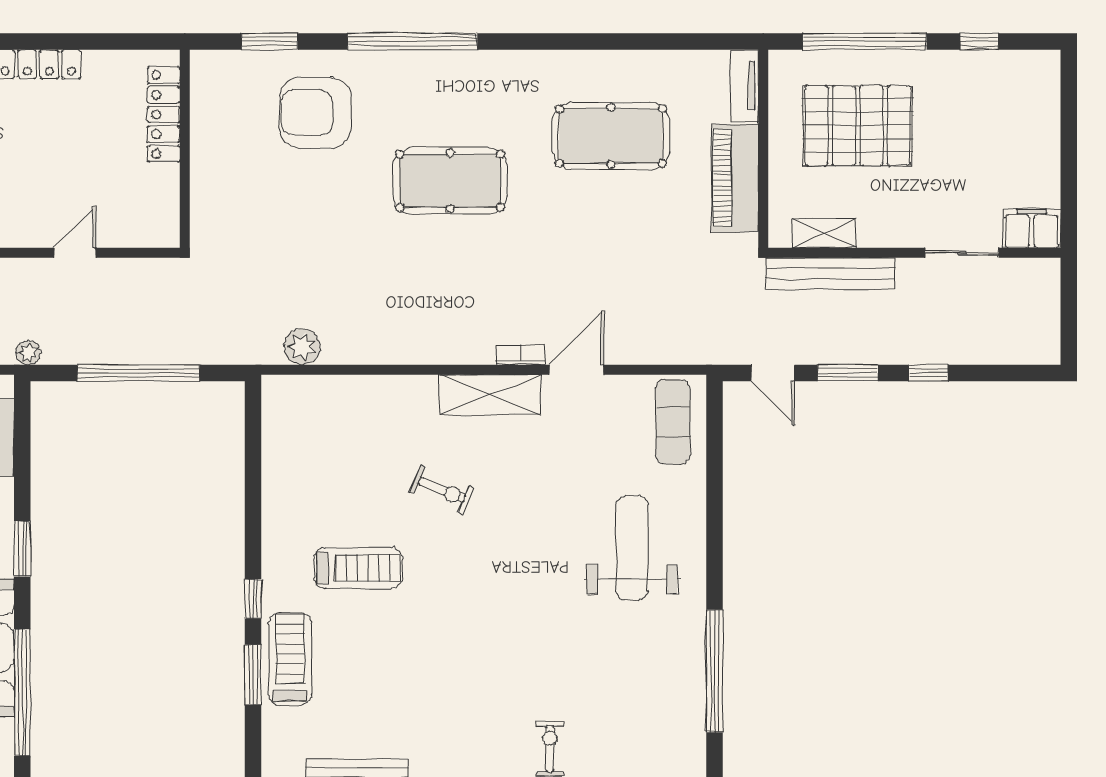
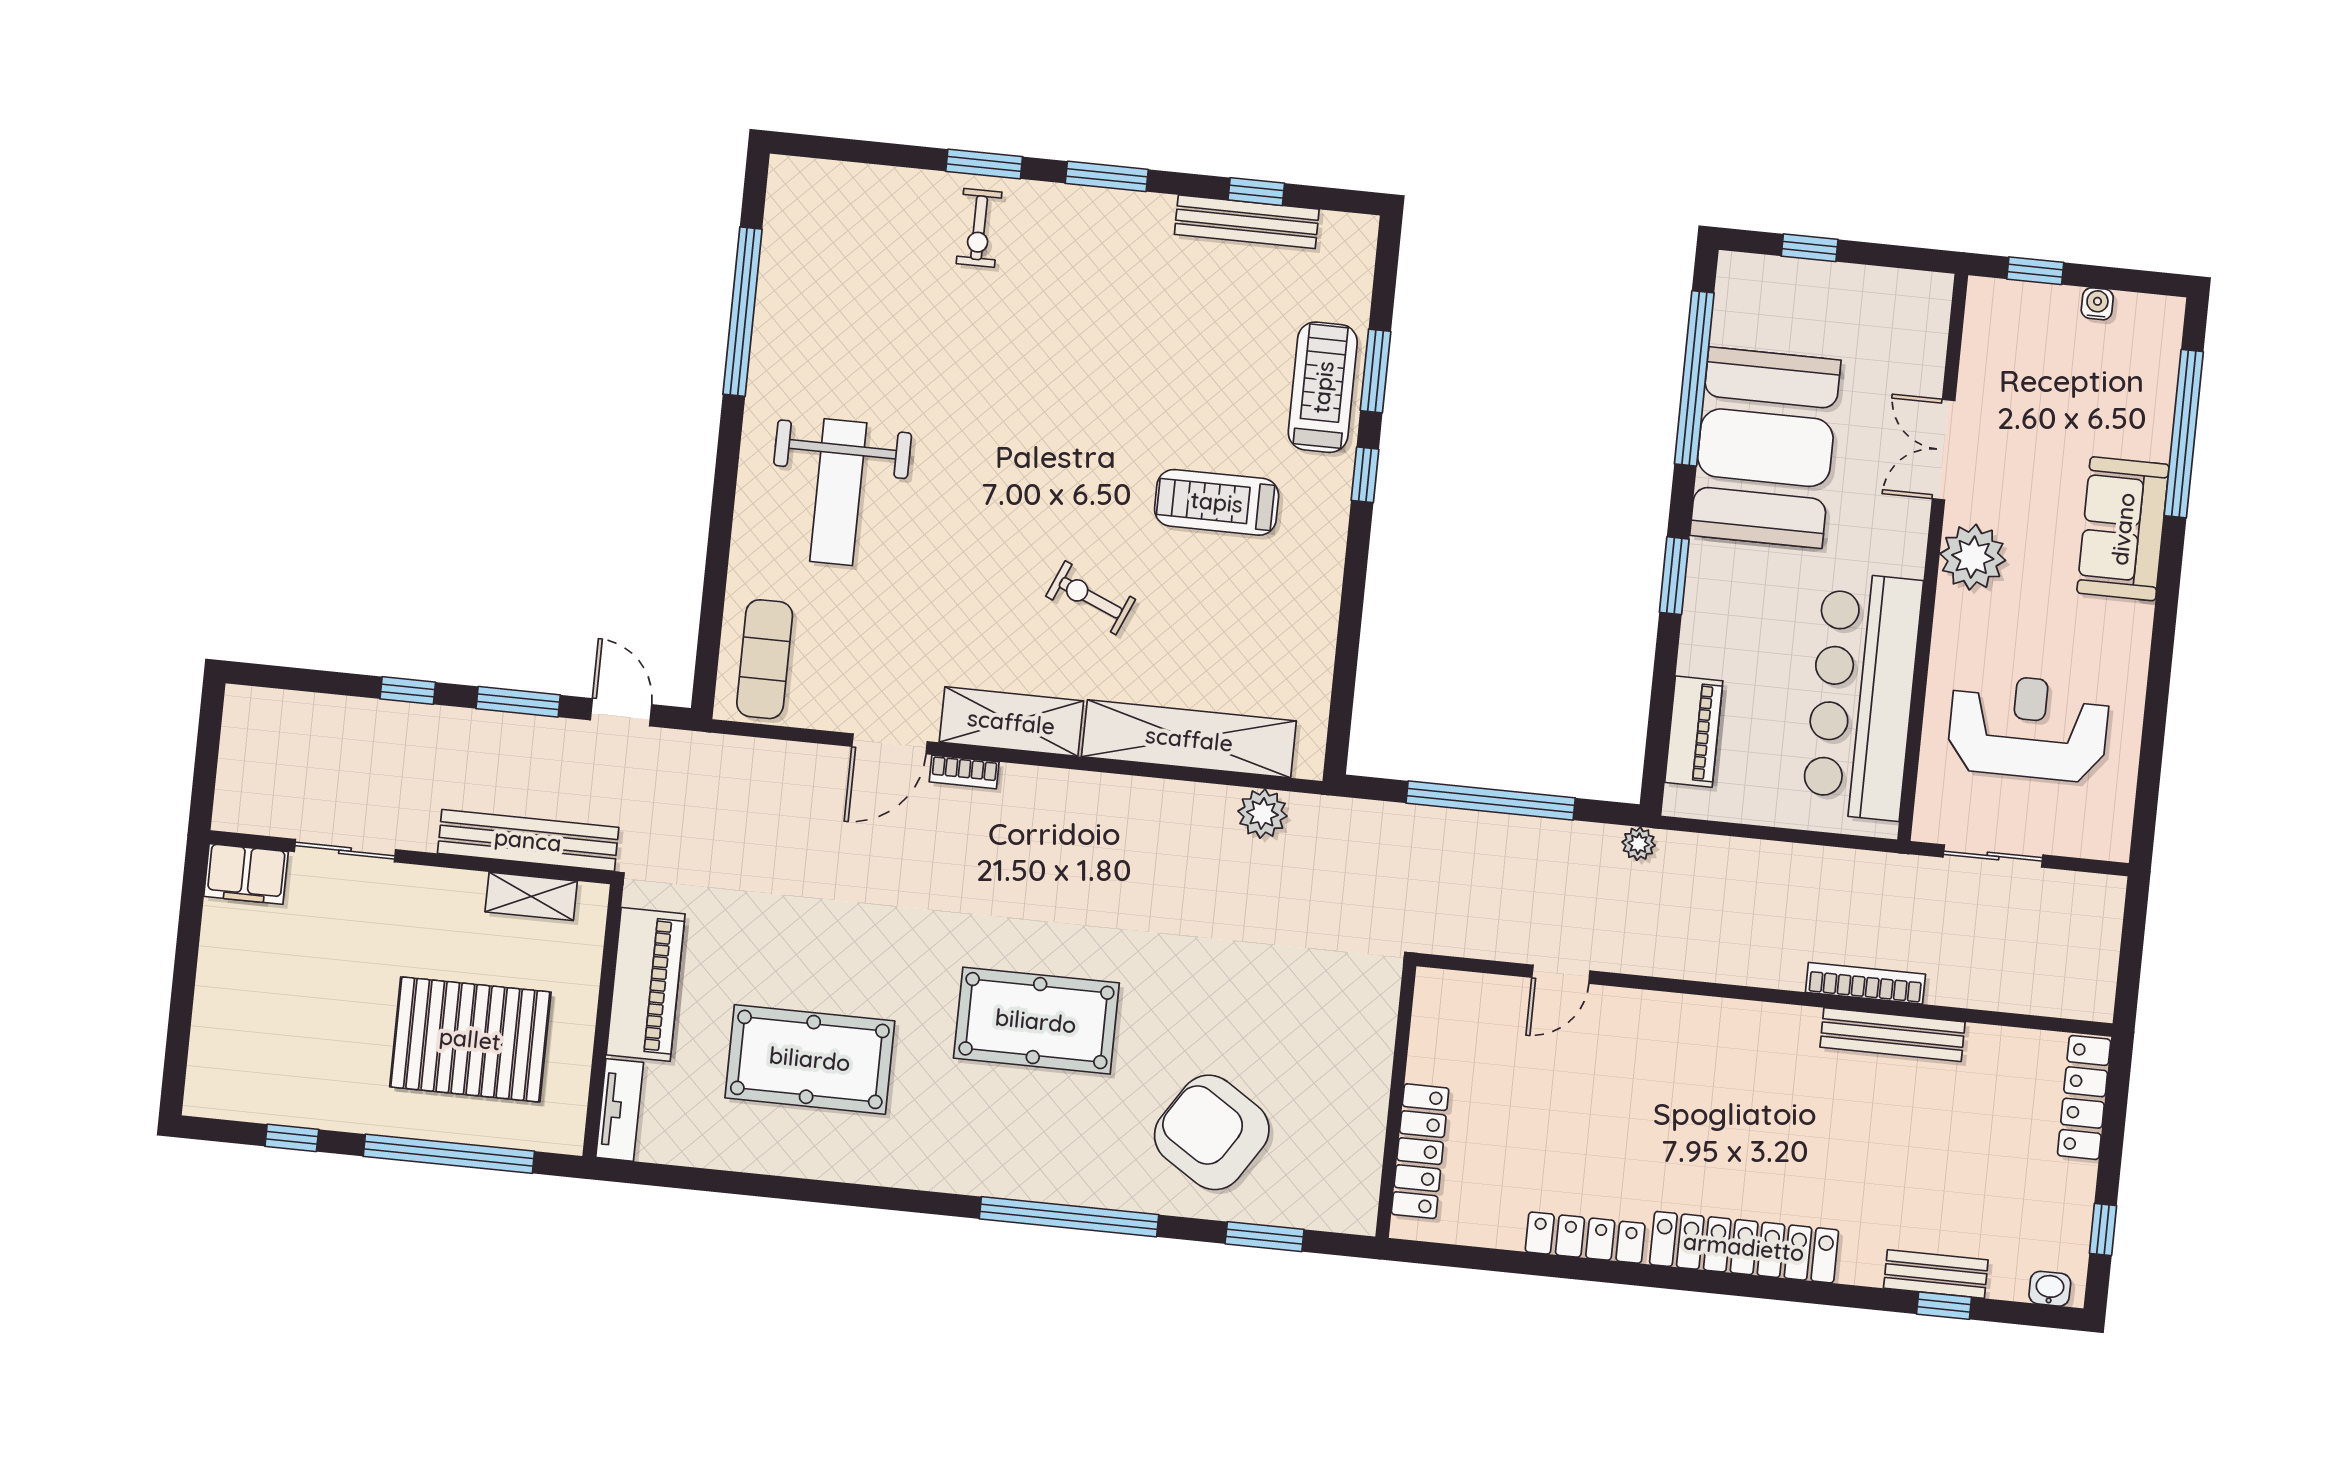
armchair: (315, 113) -> (1212, 1132), turned -147
shelving: (361, 395) -> (1189, 739), added
treadmill: (290, 659) -> (1323, 387), turned 180

